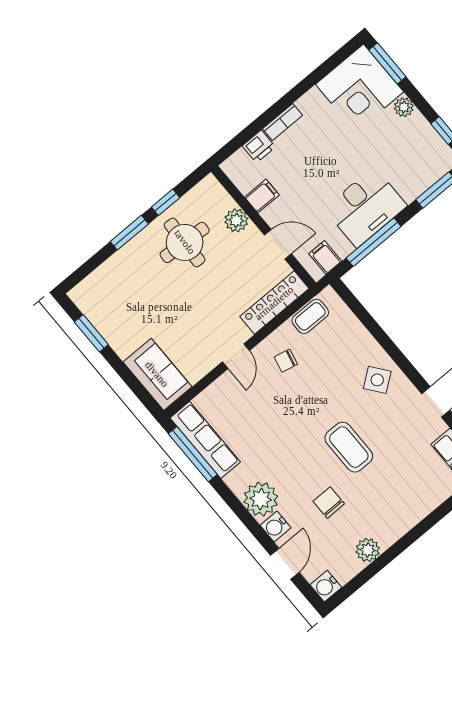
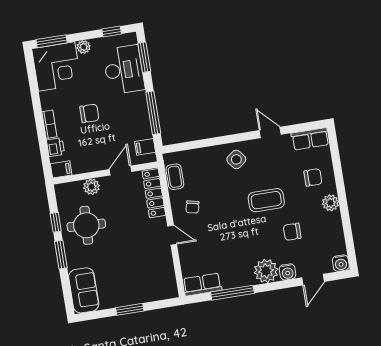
chair: (326, 163) -> (89, 113), added
filing cabinet: (262, 196) -> (61, 169), moved, turned 90
desk: (365, 207) -> (124, 70), moved
window: (91, 333) -> (130, 309), moved
sofa: (157, 374) -> (84, 290), moved, turned 90
row of seats: (205, 440) -> (202, 284), width x0.68
window: (193, 454) -> (232, 293), moved
chair: (412, 488) -> (313, 177), added
plant: (368, 550) -> (330, 203), moved
door: (285, 564) -> (313, 280), swing flipped

